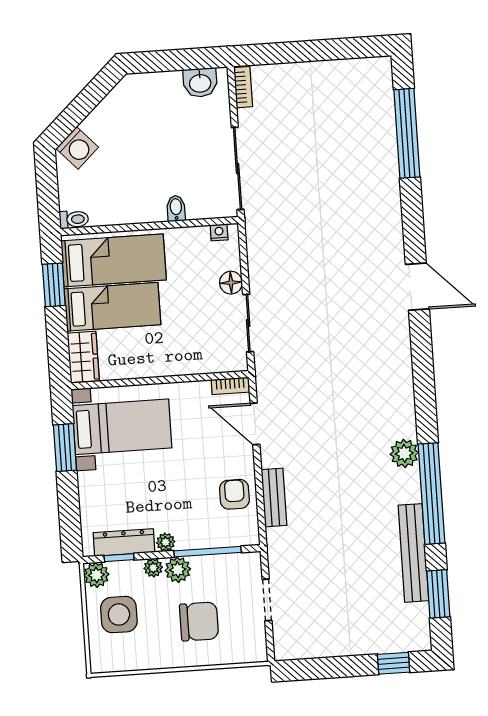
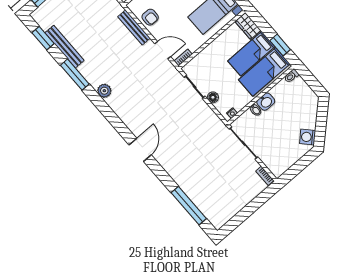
washbasin: (200, 83) -> (266, 102), moved, turned 180
washing machine: (77, 148) -> (308, 137), moved
door: (417, 287) -> (140, 150), swing flipped
plant: (404, 453) -> (104, 91), moved
window: (431, 494) -> (75, 75), width x0.68
bench: (274, 498) -> (134, 27), width x1.36

